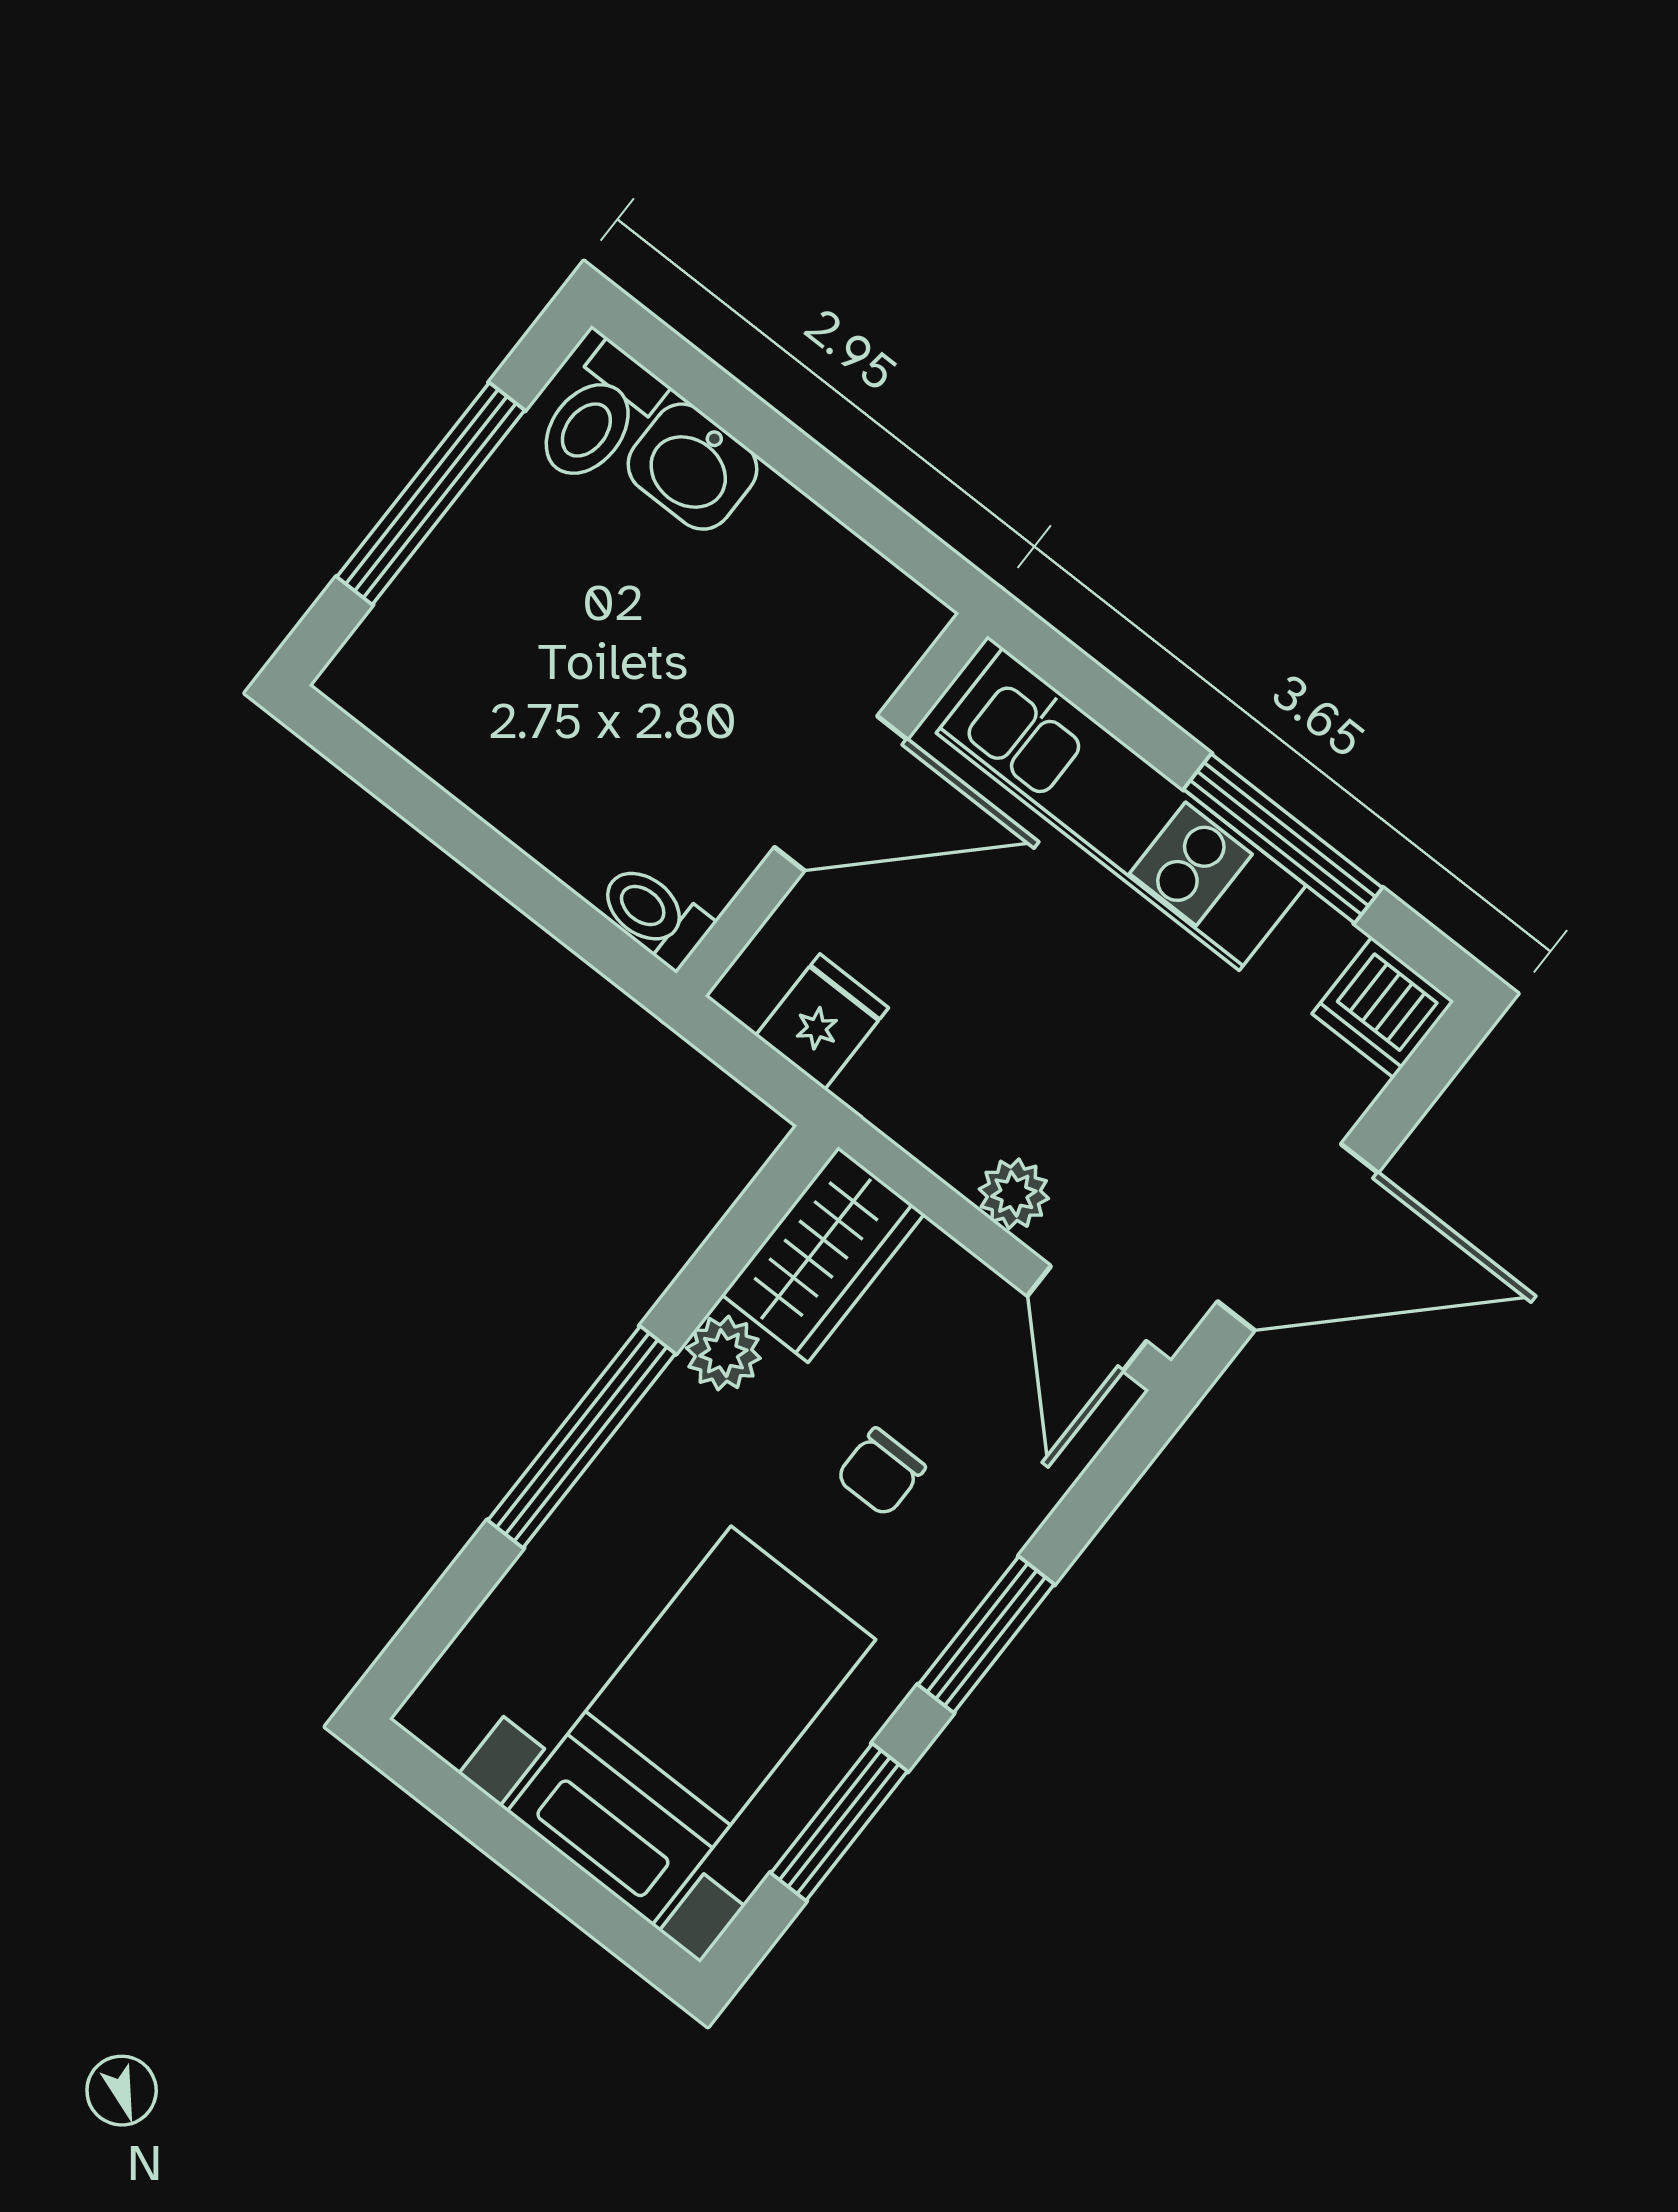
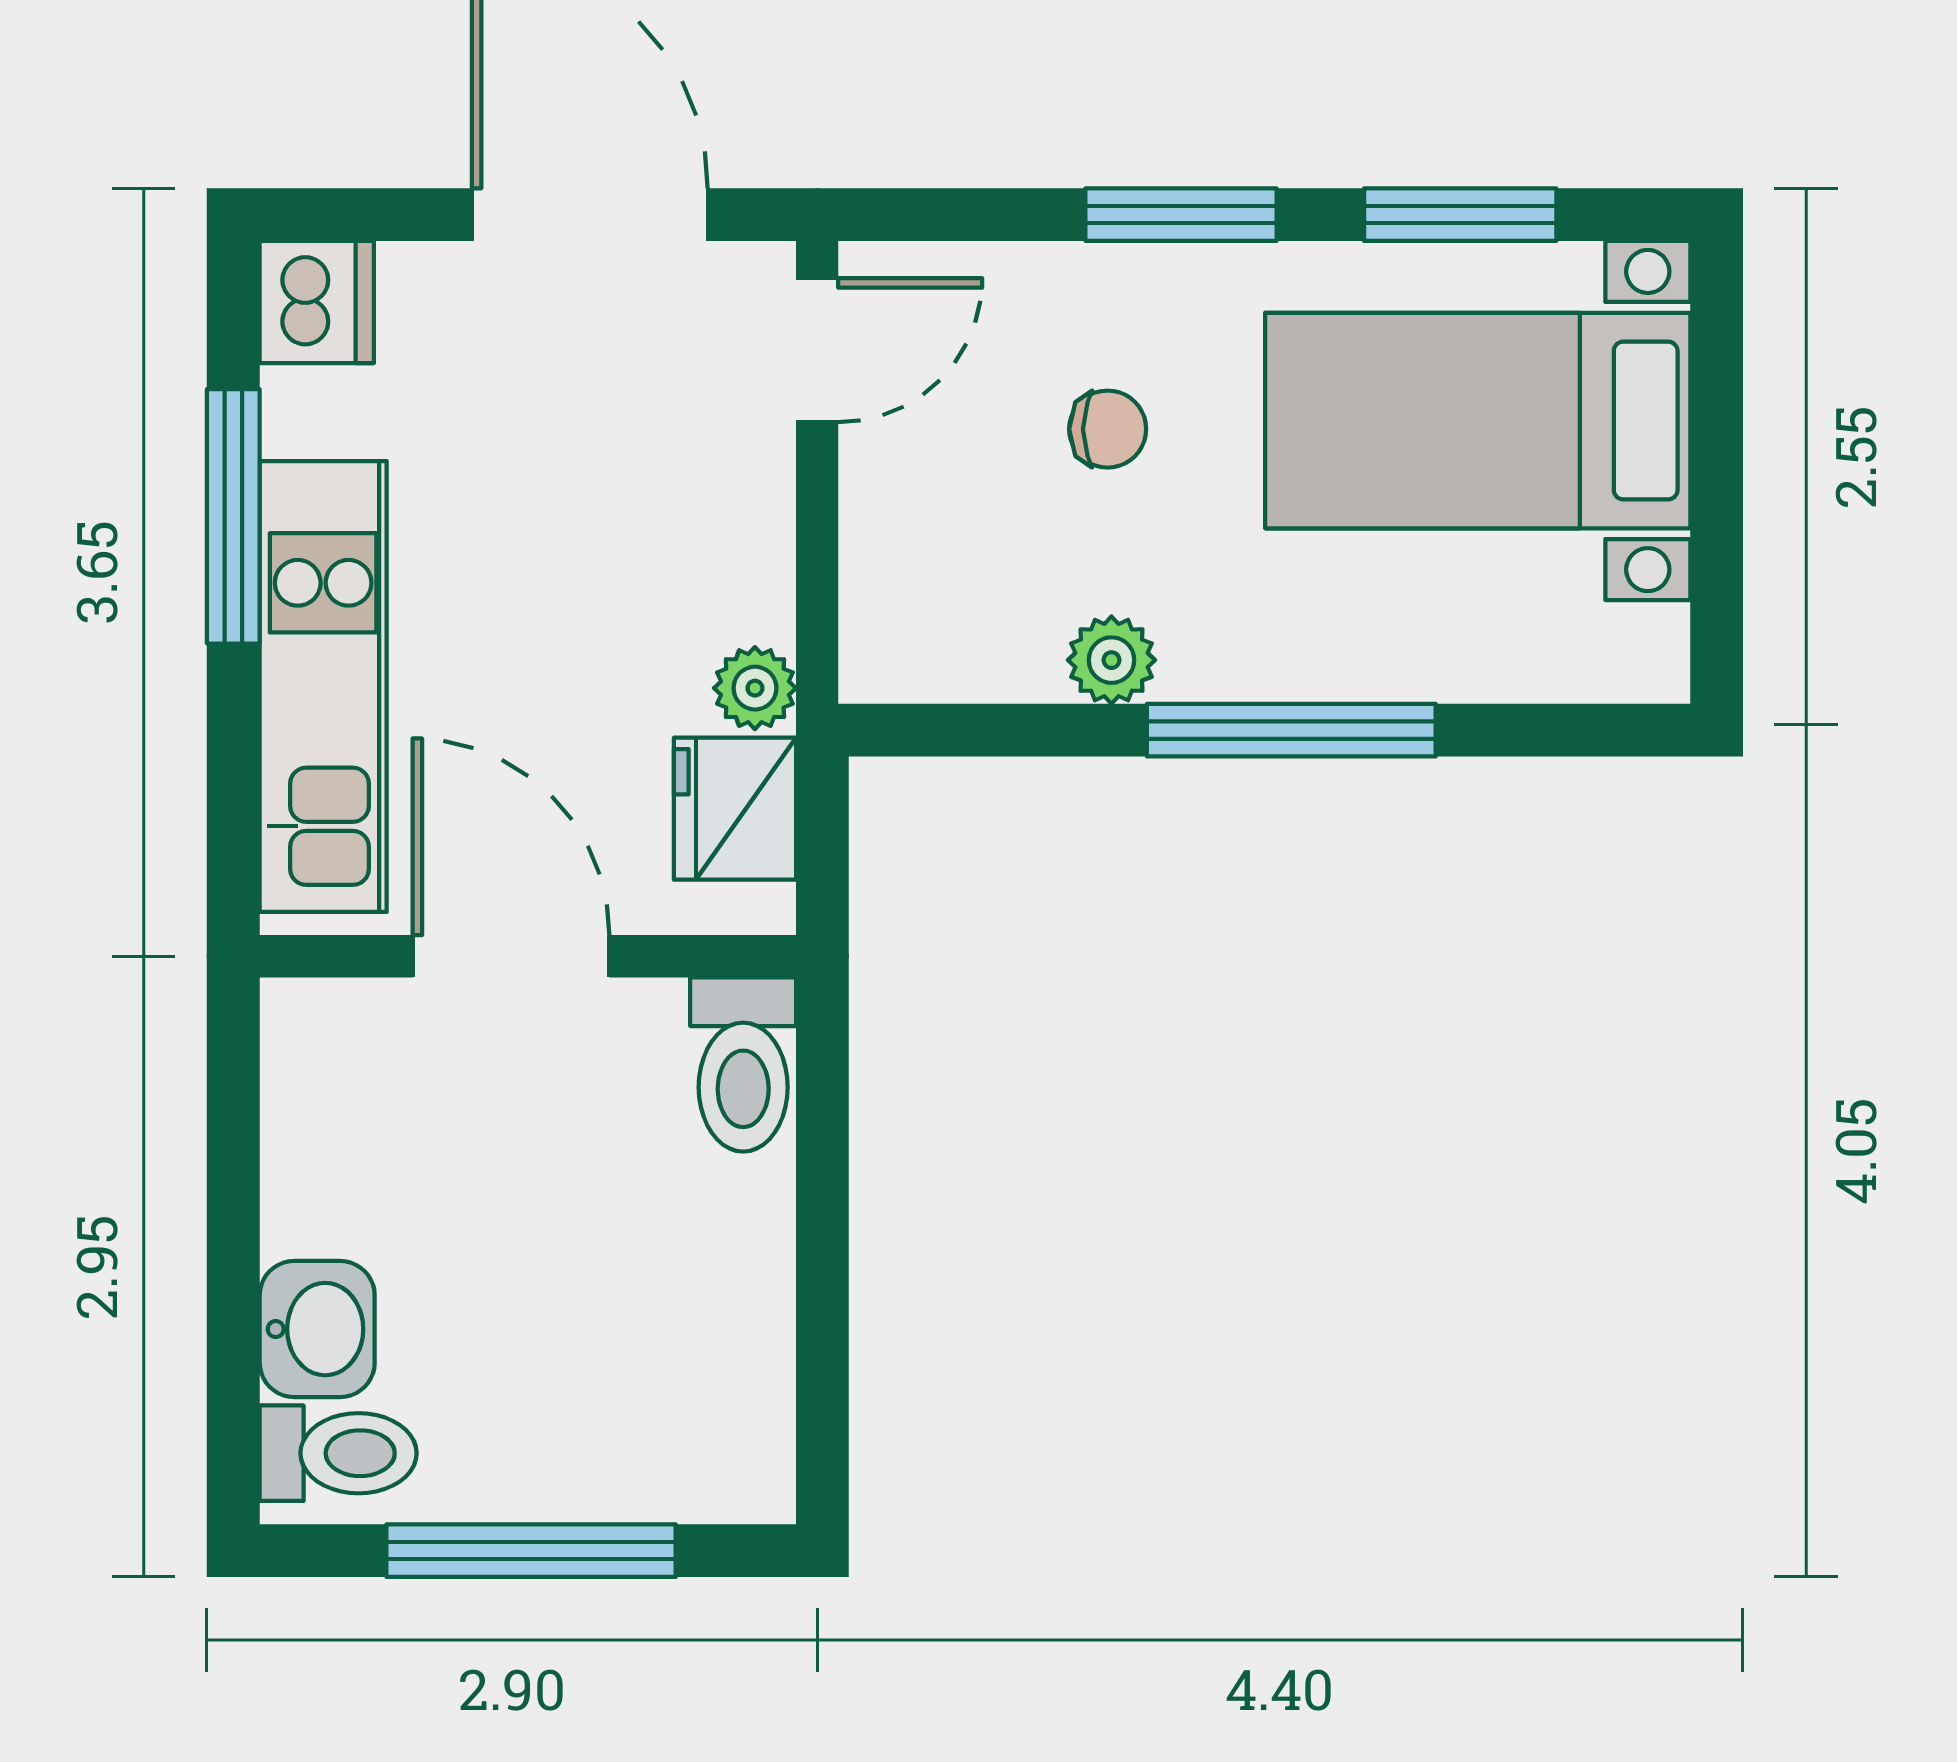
toilet: (655, 915) -> (743, 1064), width x1.37, depth x1.39
fridge: (822, 1022) -> (735, 809), width x1.38
plant: (1014, 1194) -> (755, 688), moved
wardrobe: (823, 1254) -> (949, 640), removed

